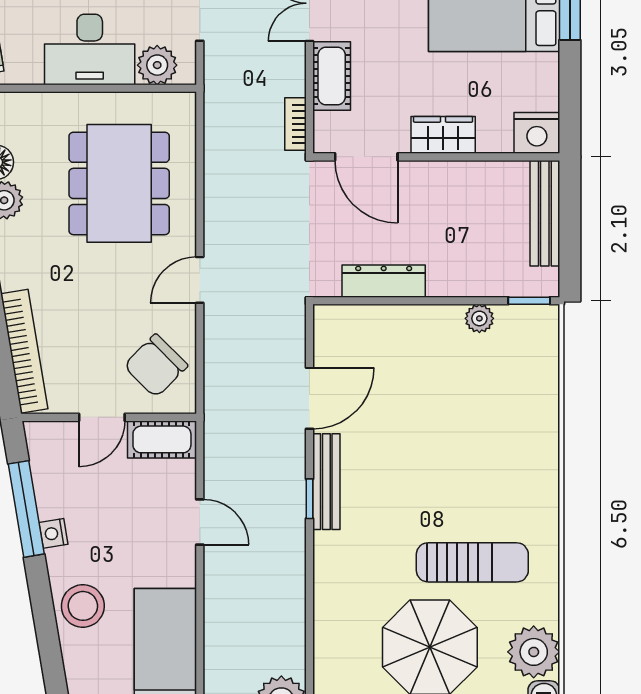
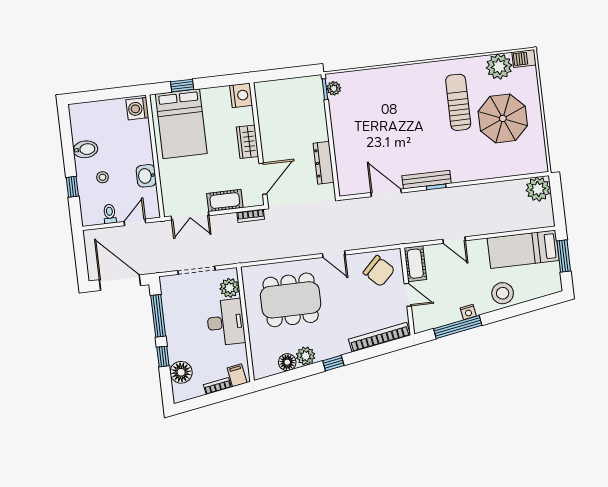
bench: (545, 213) -> (281, 87), removed
plant: (479, 318) -> (334, 88), moved
door: (200, 522) -> (454, 240), swing flipped

